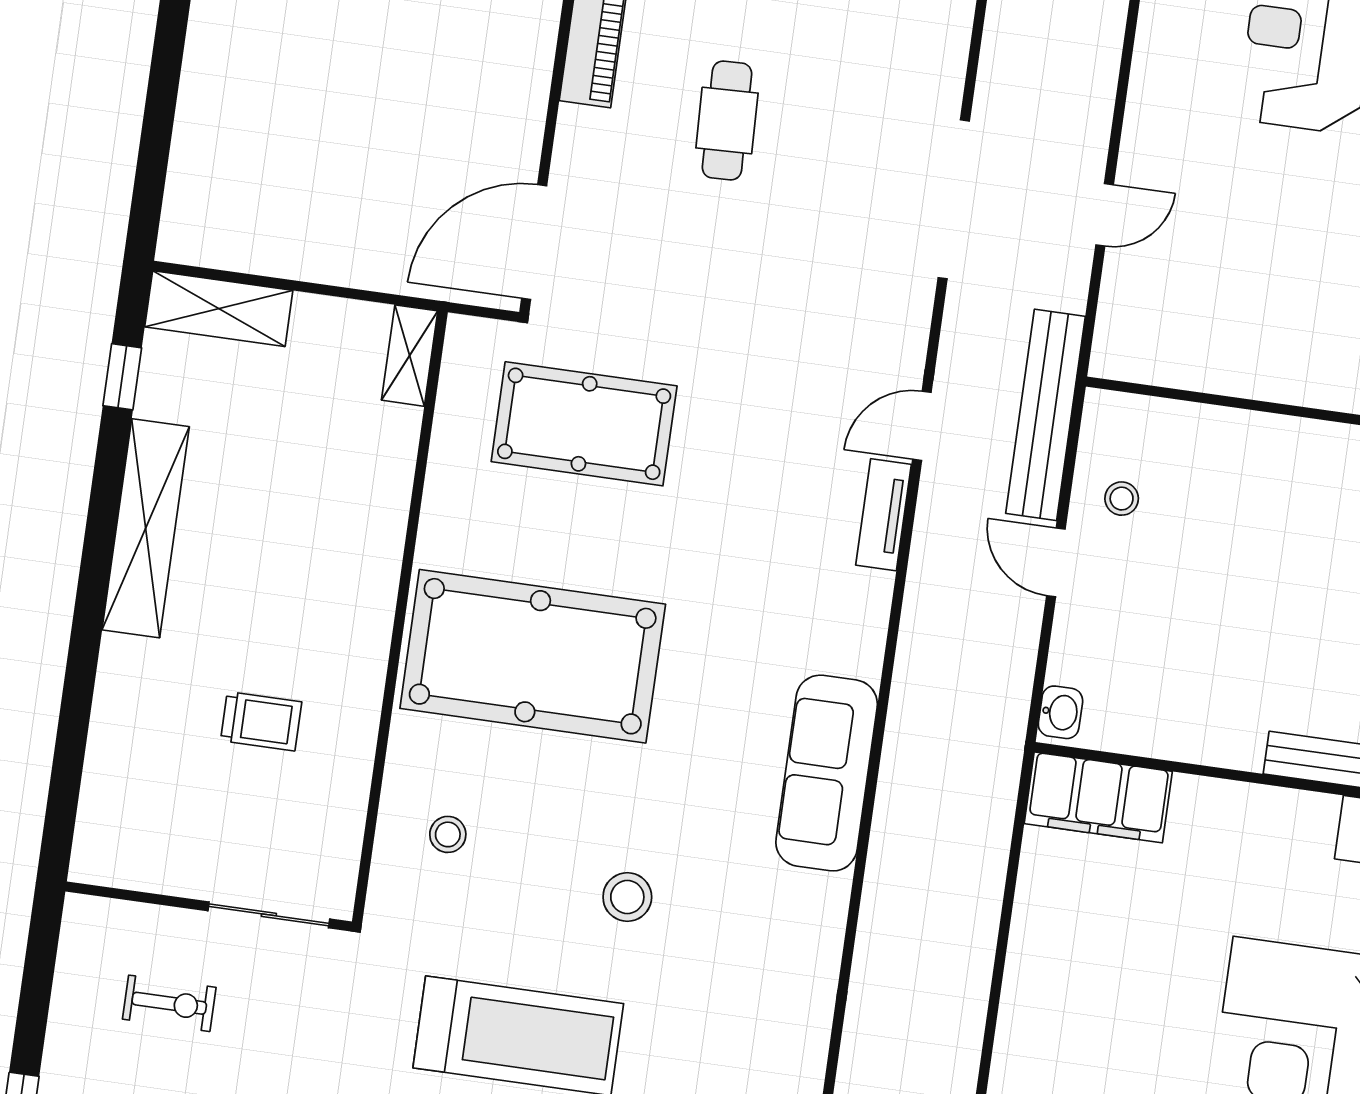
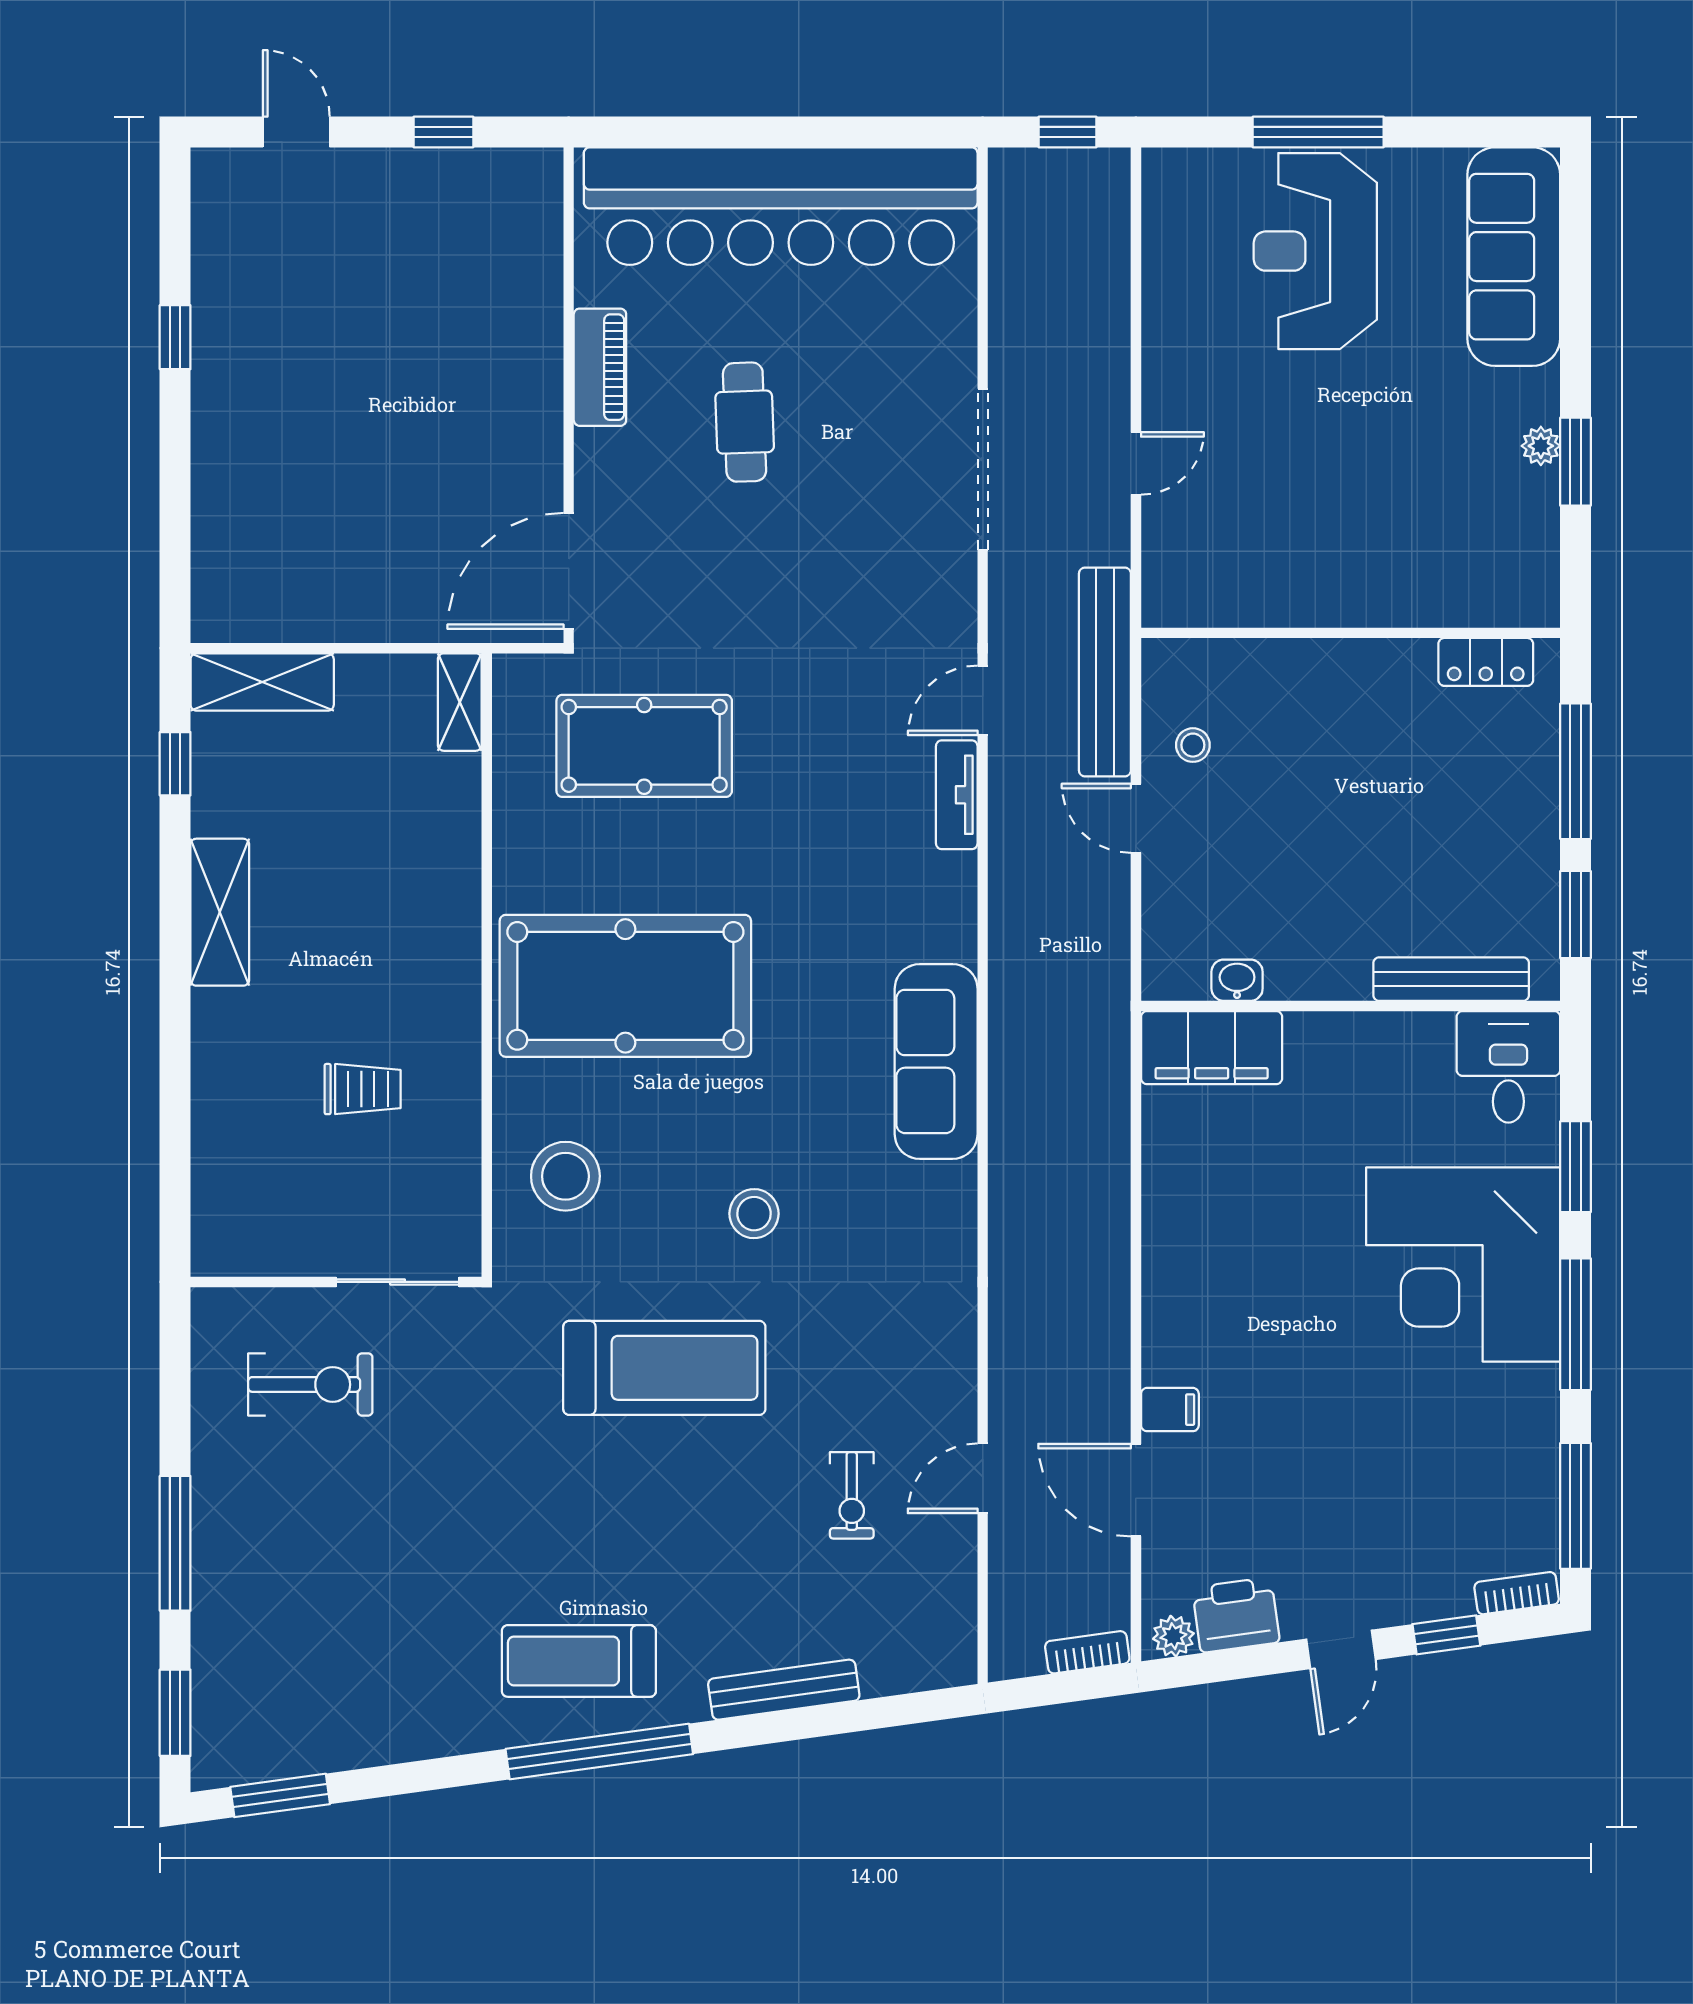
shelving: (146, 528) -> (220, 912), width x0.68
washbasin: (1060, 712) -> (1237, 980), moved, turned -90
stool: (448, 834) -> (565, 1176), width x1.89, depth x1.89
exercise bike: (169, 1003) -> (310, 1384), width x1.38, depth x1.39

